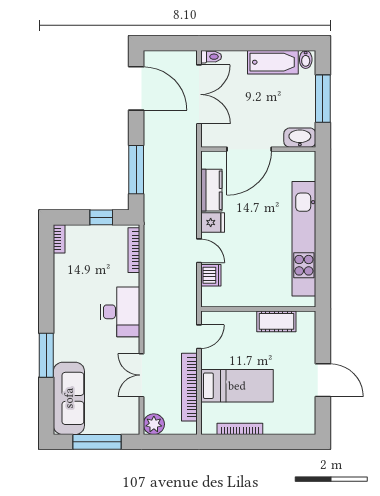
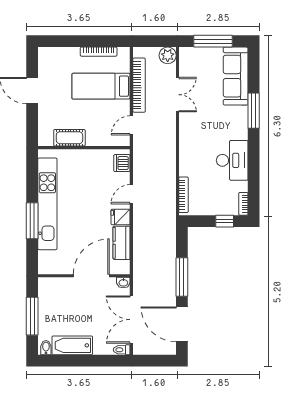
washbasin: (300, 138) -> (123, 283), moved, width x0.52, depth x0.69
window: (136, 170) -> (182, 277), moved
window: (101, 217) -> (225, 221), moved
window: (323, 218) -> (32, 221), added
door: (199, 251) -> (131, 194), hinge flipped
dishwasher: (211, 275) -> (122, 163), moved
desk: (120, 312) -> (232, 160), moved, turned 180

